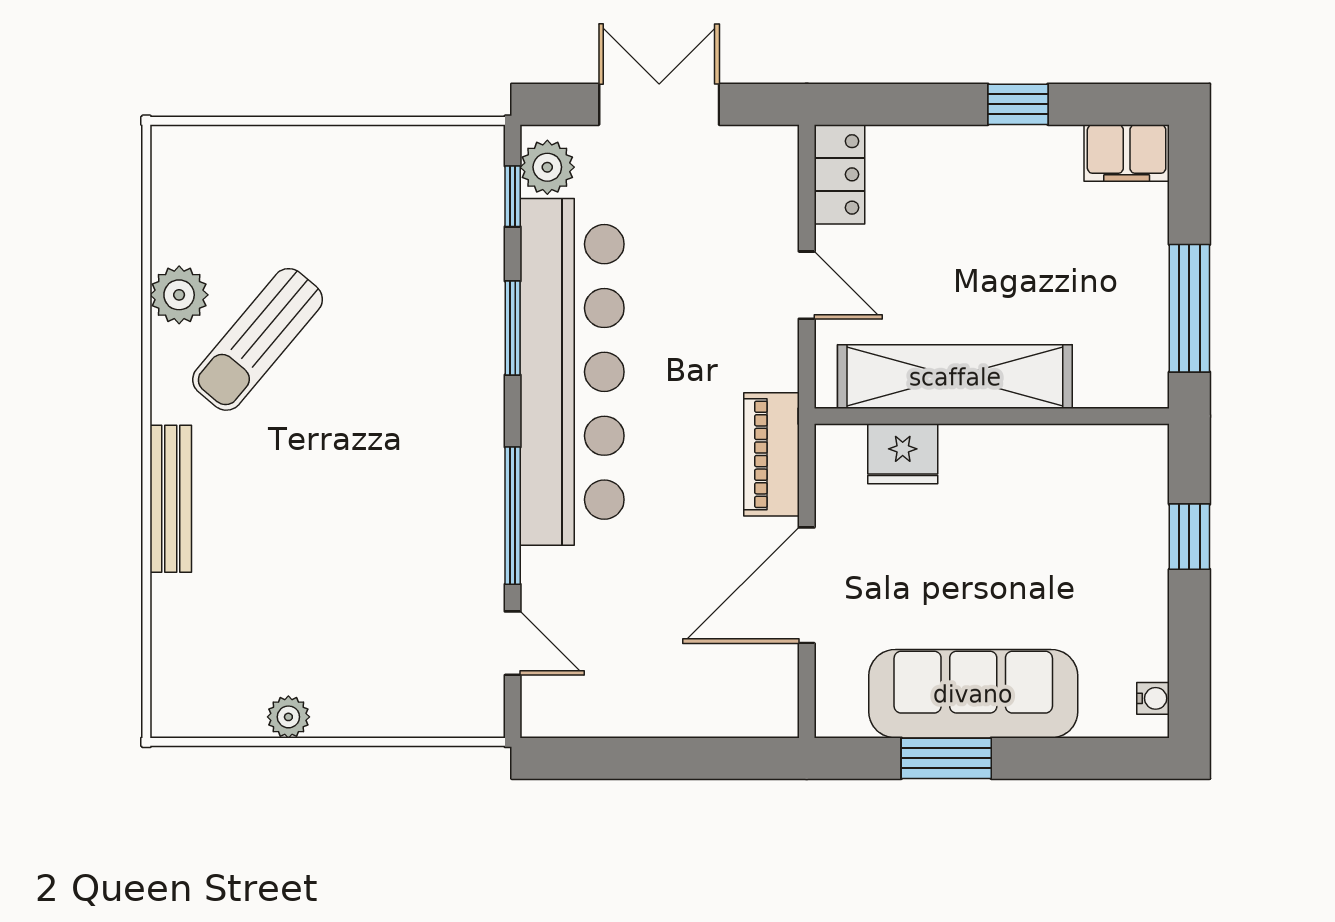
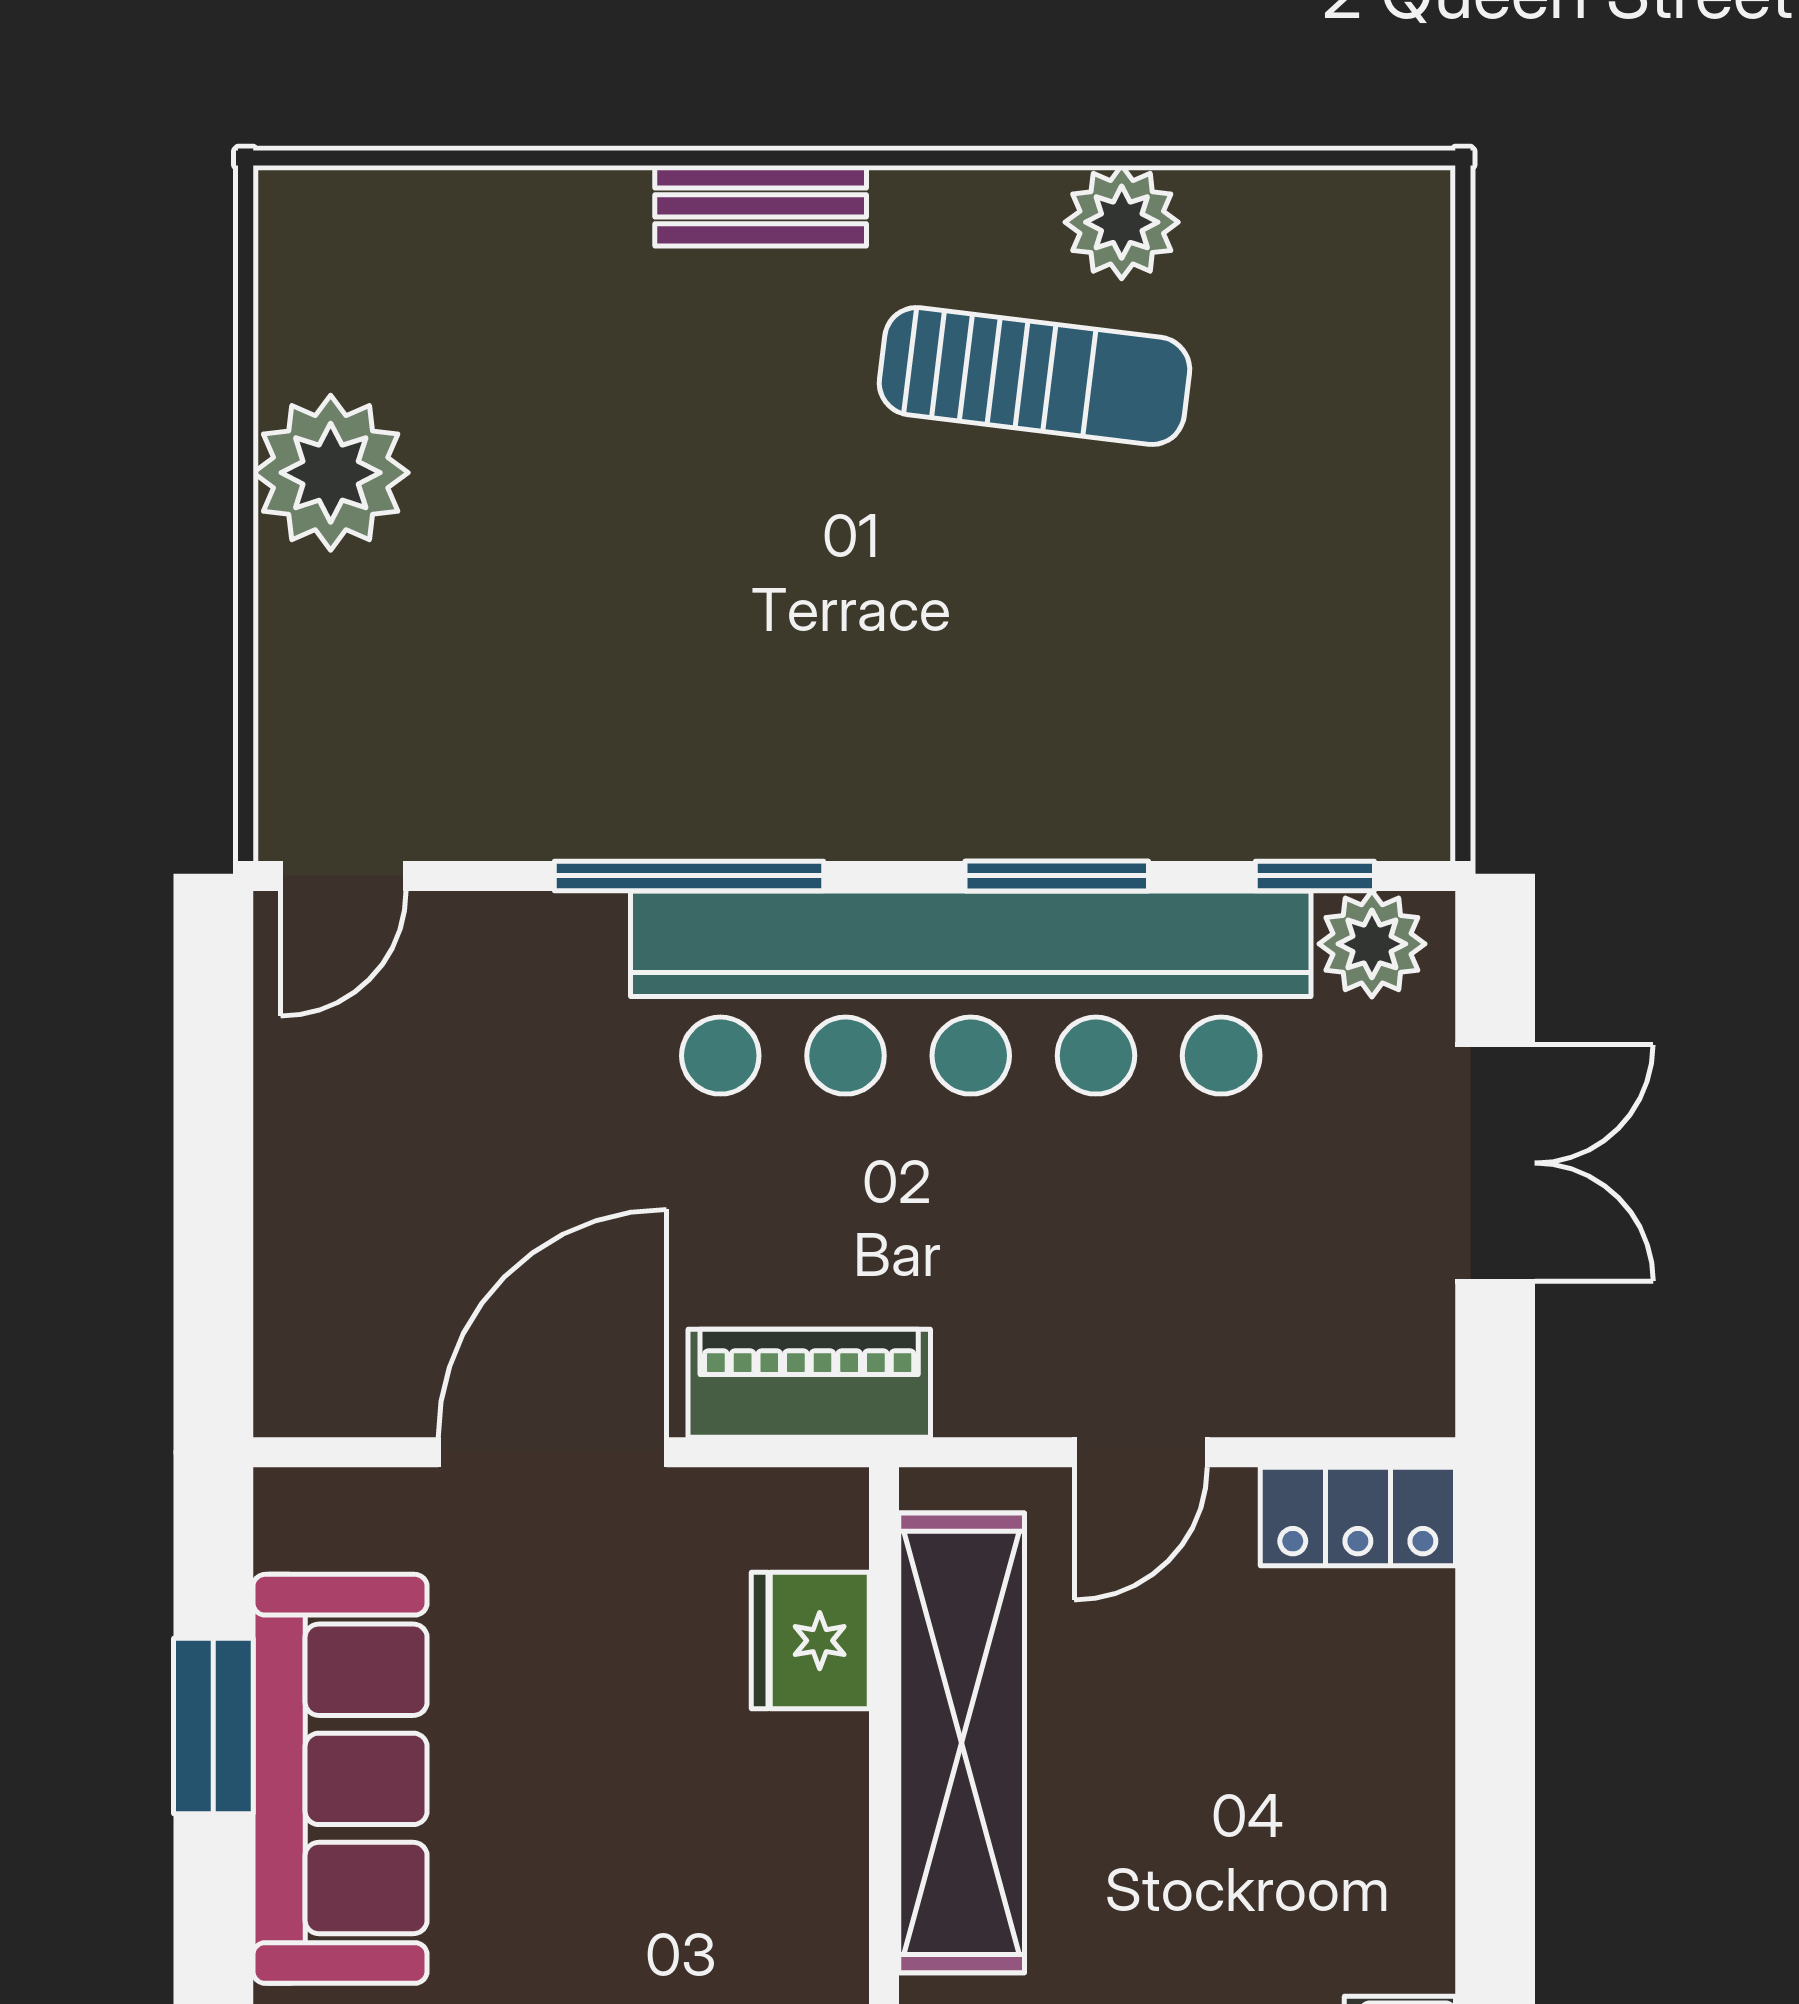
window: (1018, 104) -> (1495, 1867), removed
sun lounger: (258, 339) -> (1034, 376), turned 147
bench: (171, 499) -> (761, 206), width x0.73
door: (807, 585) -> (552, 1452), hinge flipped
door: (513, 643) -> (343, 876), moved
plant: (288, 717) -> (331, 473), width x1.88, depth x1.88

